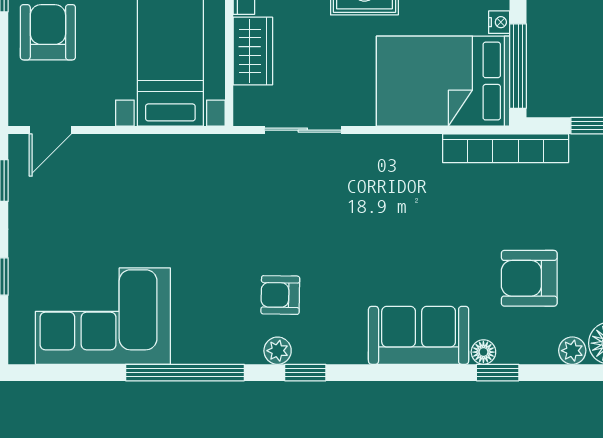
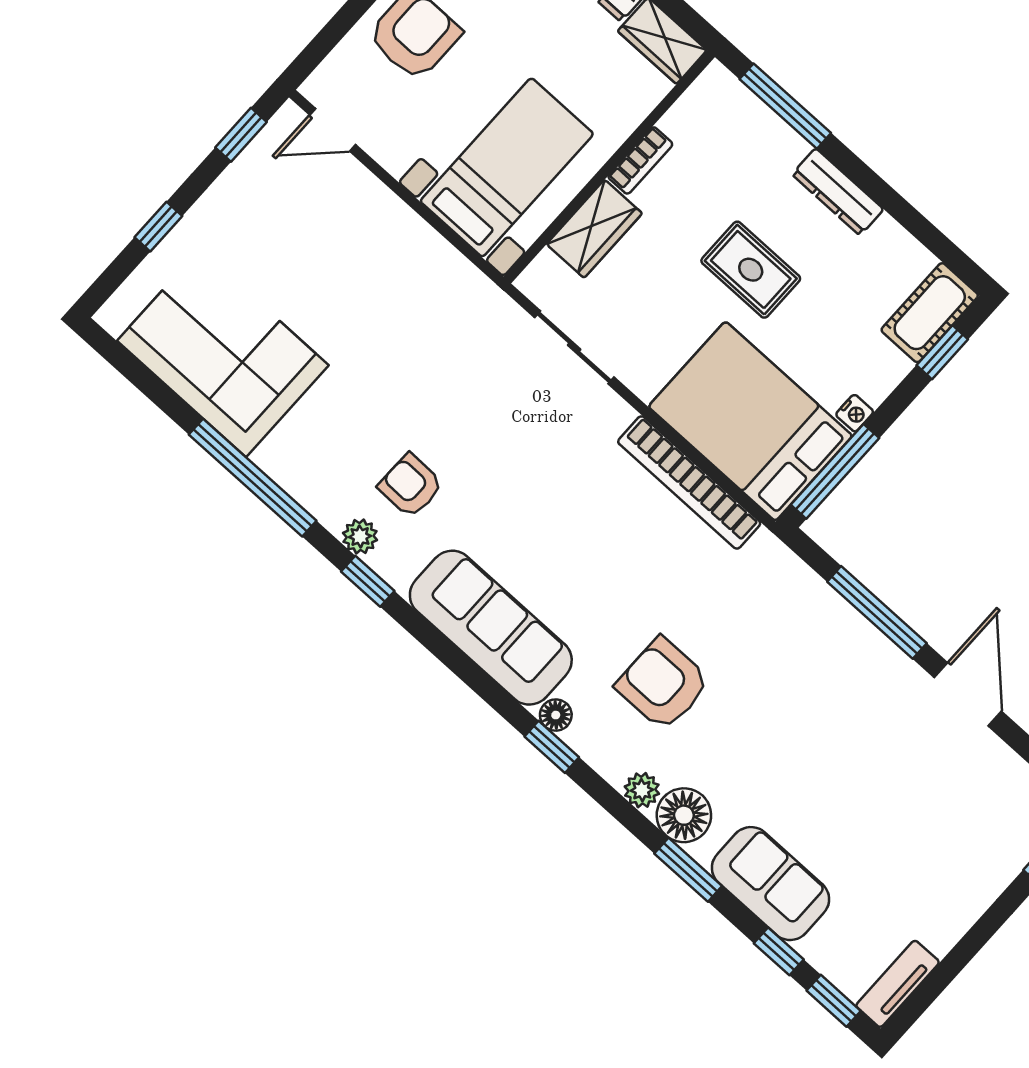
bookcase: (506, 148) -> (689, 482), moved
sofa: (419, 335) -> (491, 628), width x1.36

